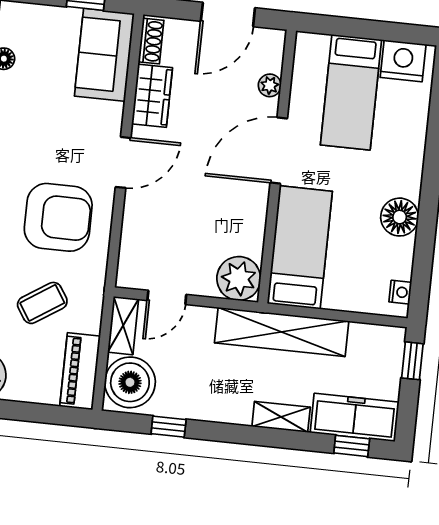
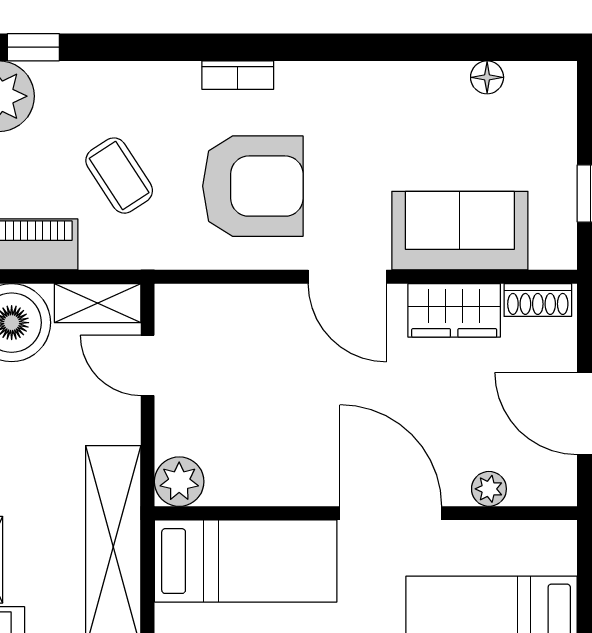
sofa: (104, 55) -> (460, 231), moved
armchair: (58, 217) -> (253, 186), turned -90
plant: (239, 278) -> (179, 482), width x0.73, depth x0.73

